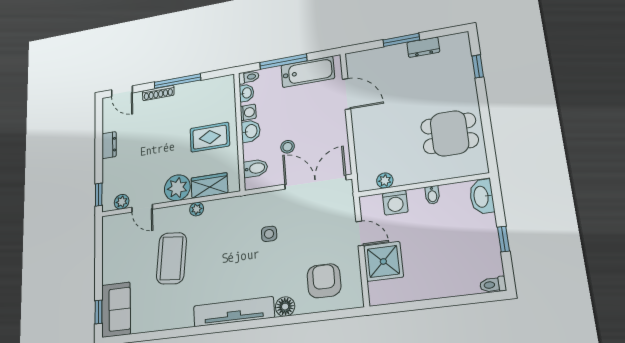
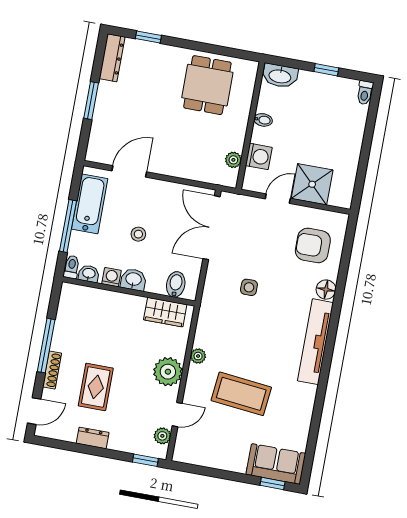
dresser: (423, 47) -> (112, 58), moved, width x1.44
rug: (210, 137) -> (96, 387), moved
stool: (288, 147) -> (138, 234), moved
wardrobe: (209, 185) -> (165, 312), moved, turned -90

